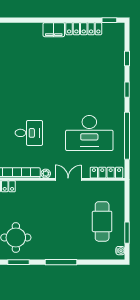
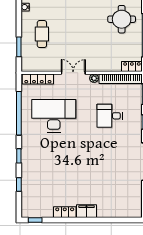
locker: (84, 29) -> (65, 212), width x0.66
double door: (68, 179) -> (73, 73), swing flipped
cafe table: (102, 221) -> (42, 34), width x0.73, depth x0.74
window: (127, 233) -> (19, 47), moved

